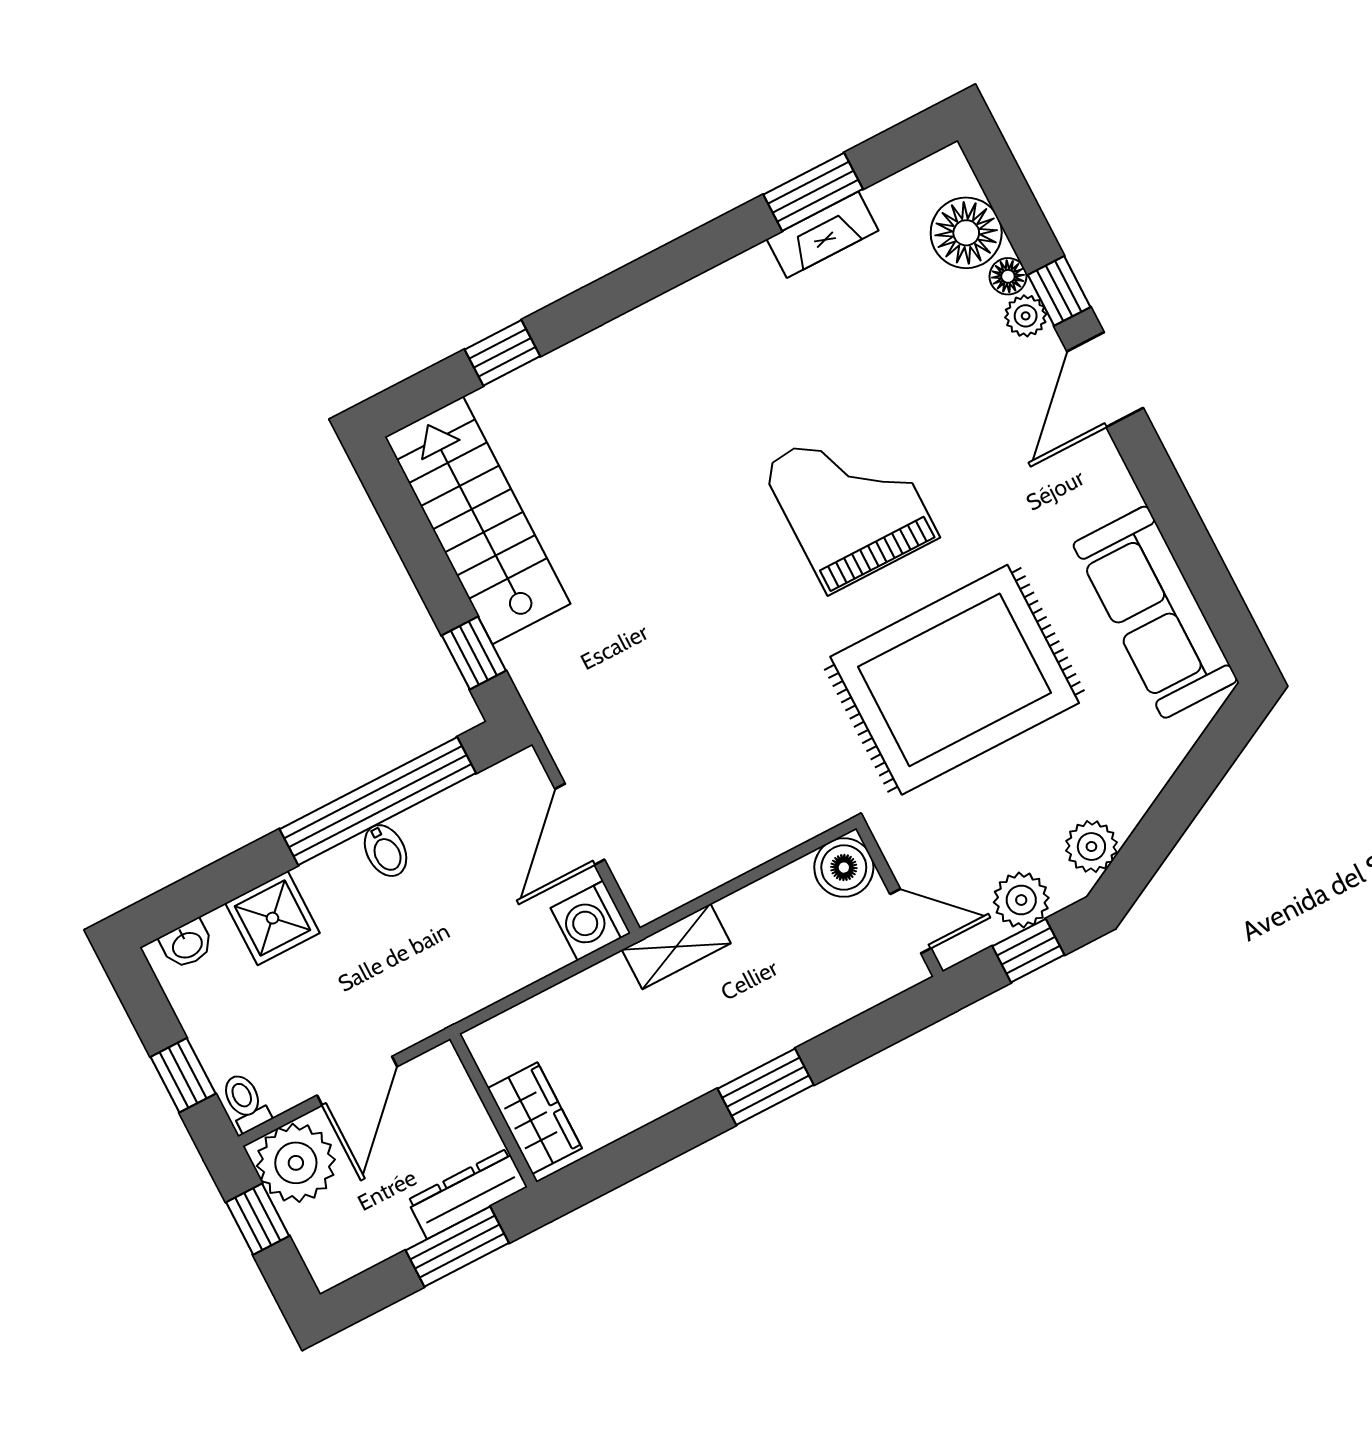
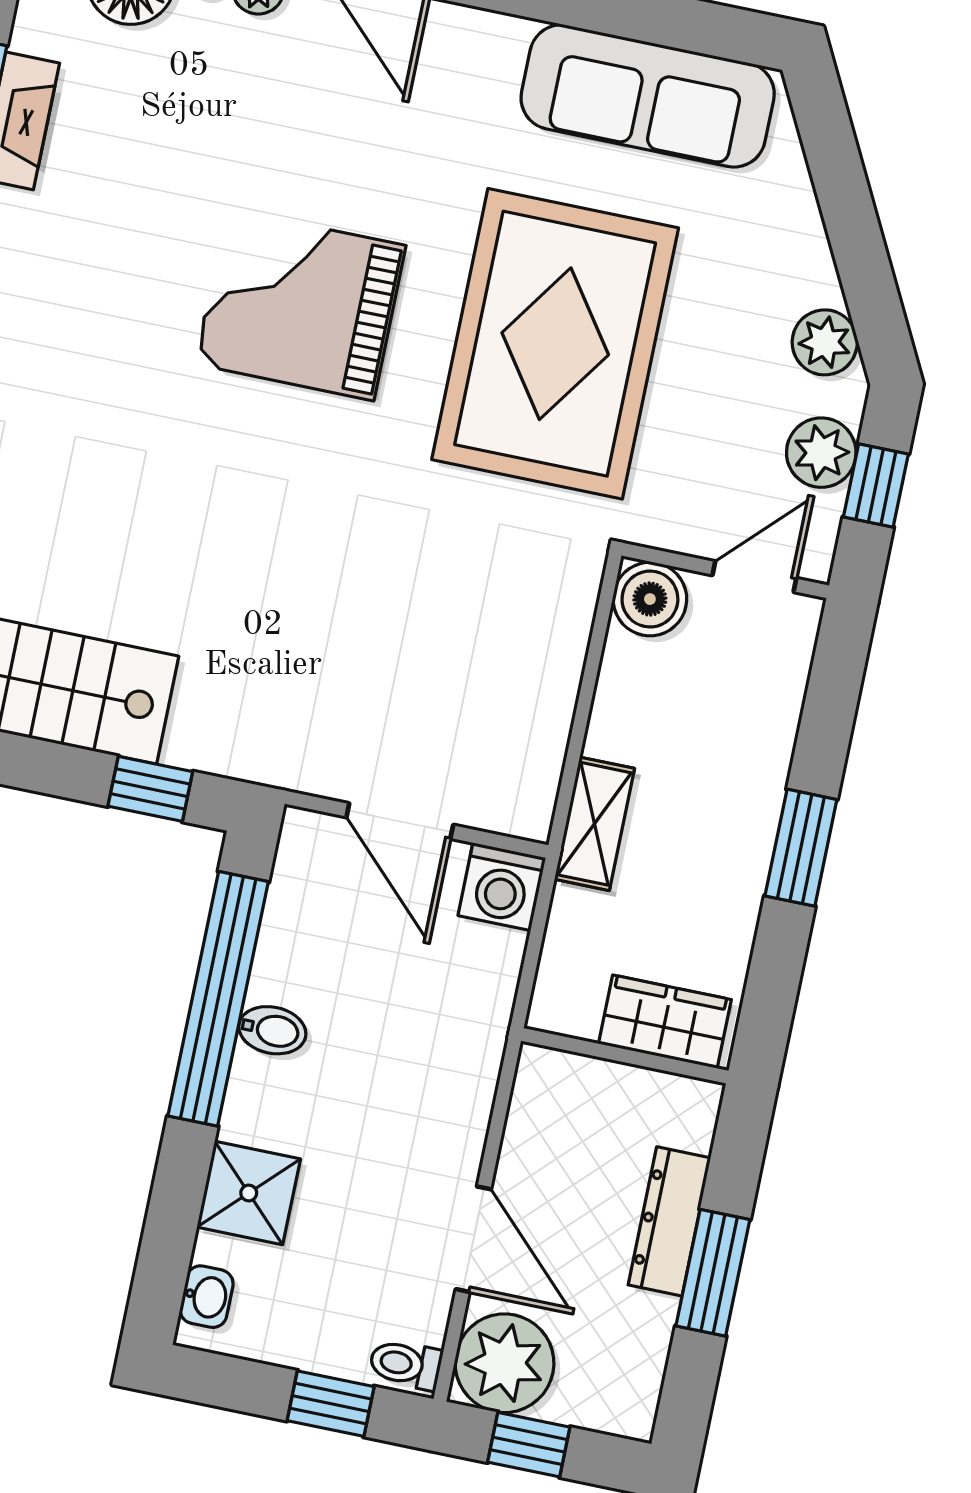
wall: (493, 1110) -> (625, 1056), moved
wardrobe: (535, 1118) -> (665, 1022), moved

